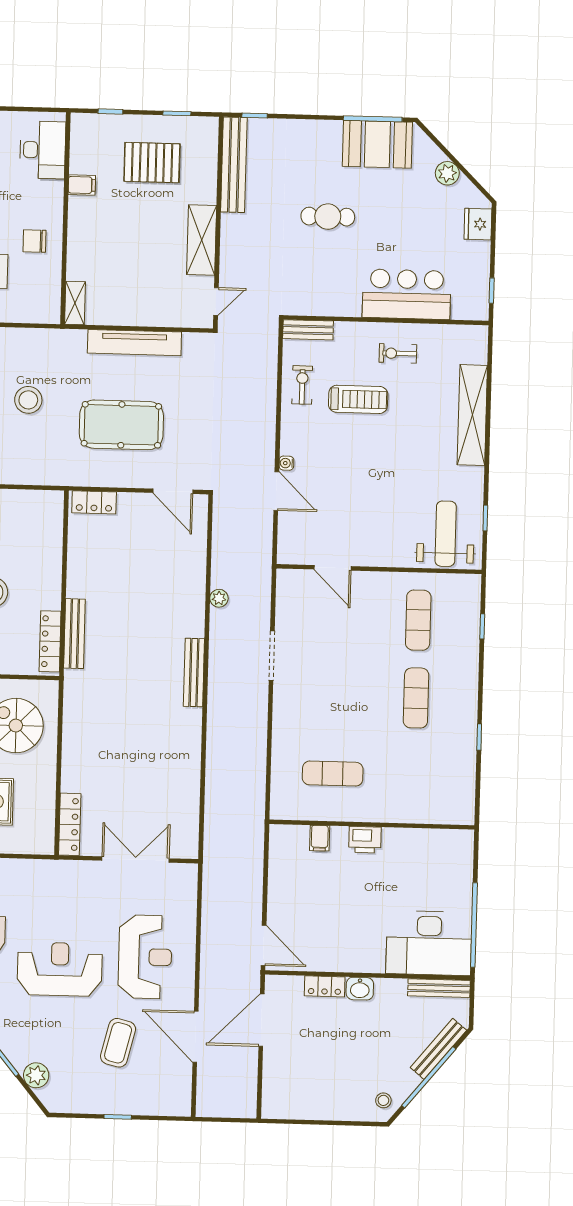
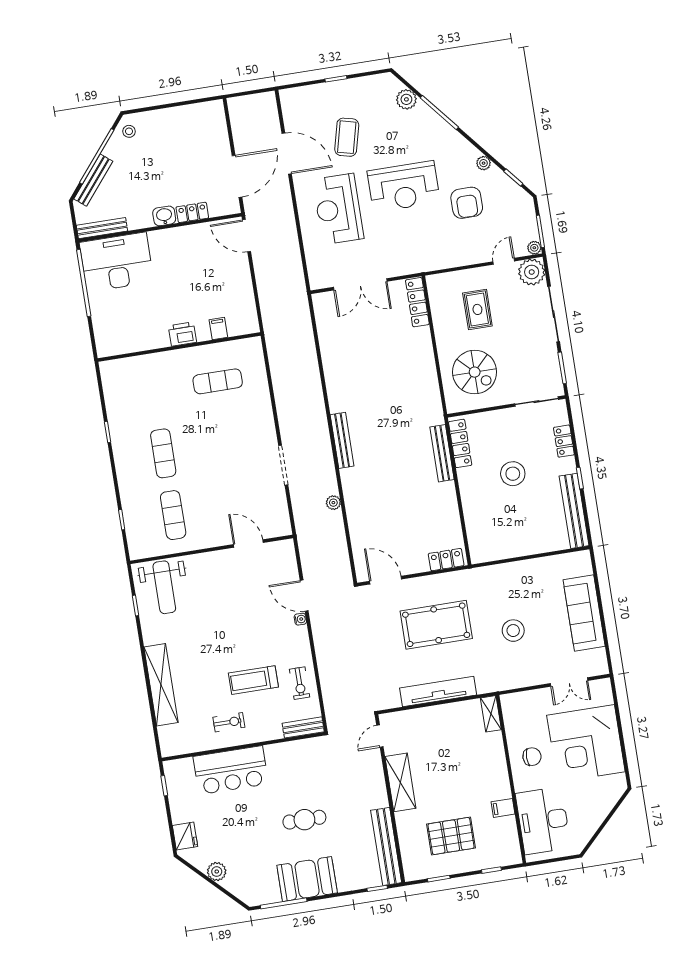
booth: (377, 144) -> (307, 879), moved
desk: (43, 150) -> (543, 821), width x1.36, depth x1.30

